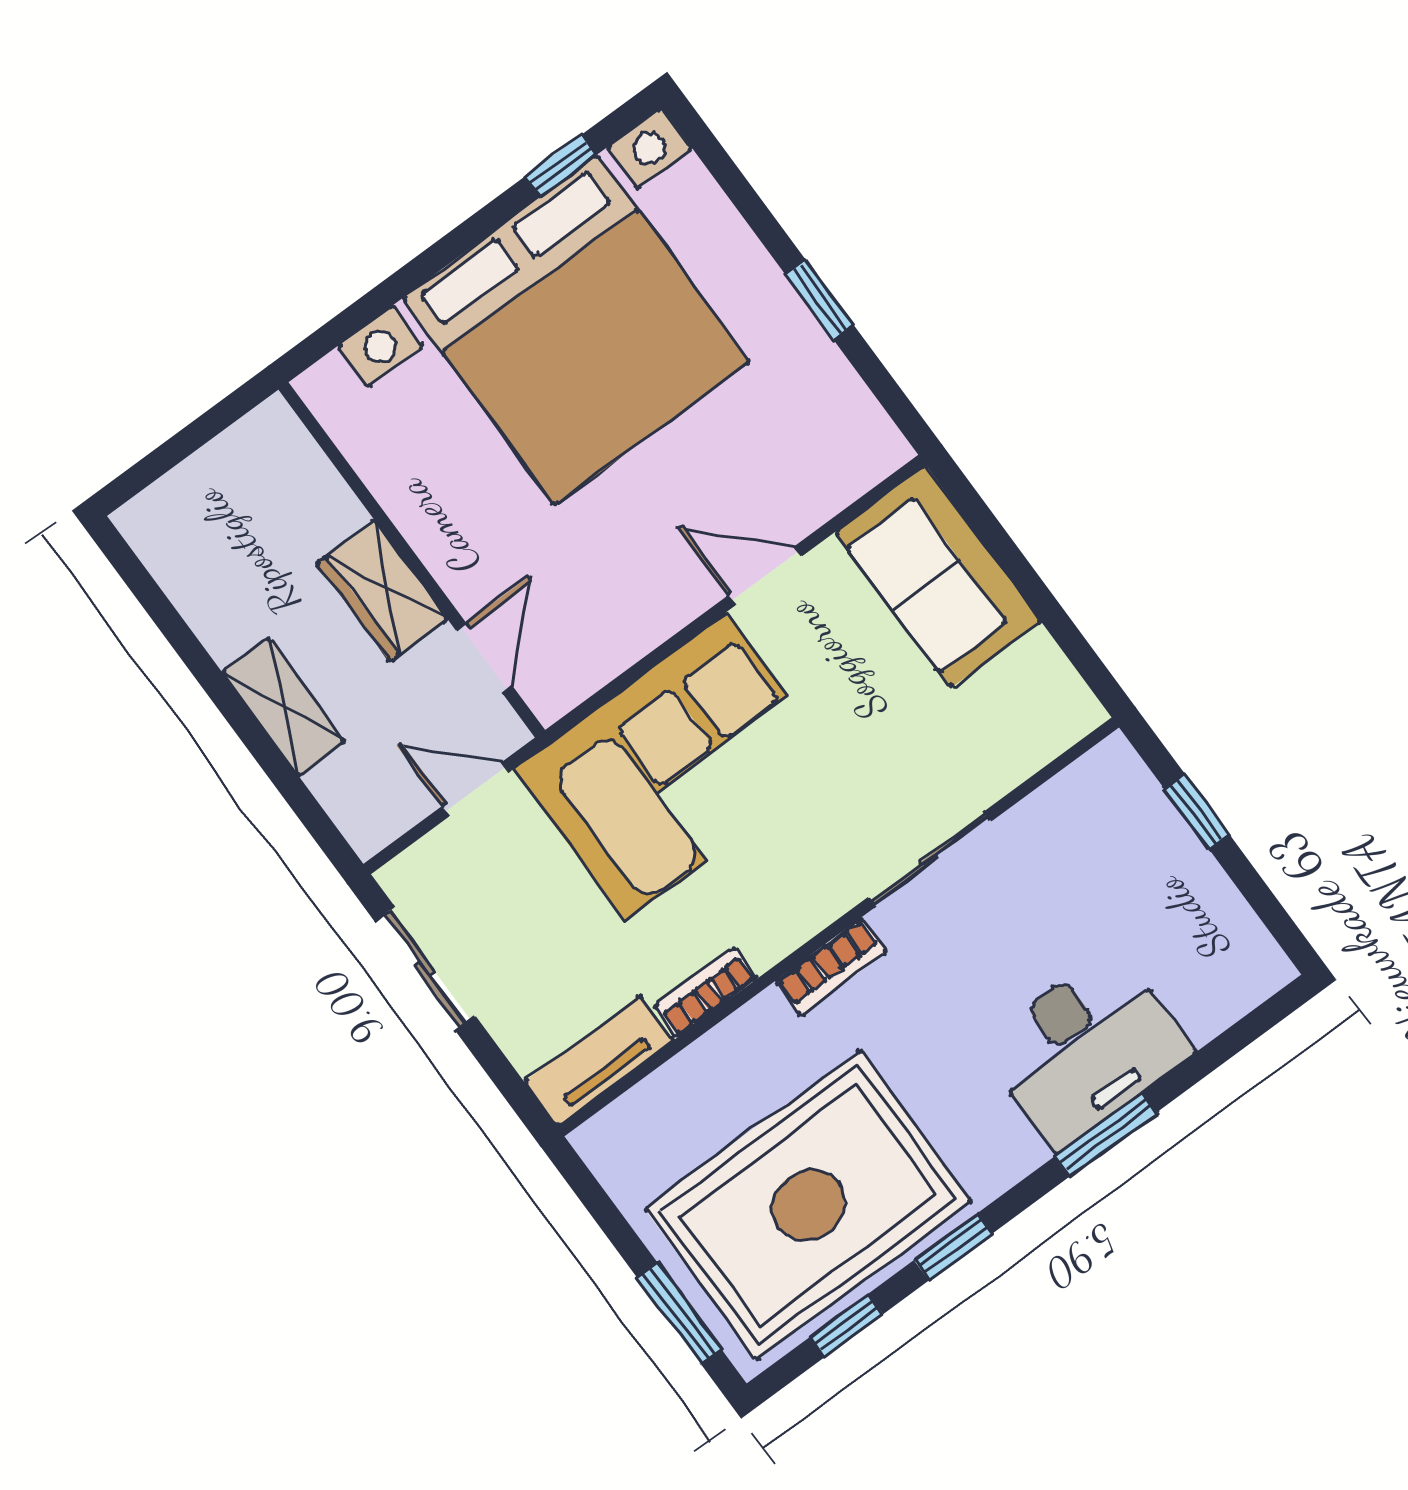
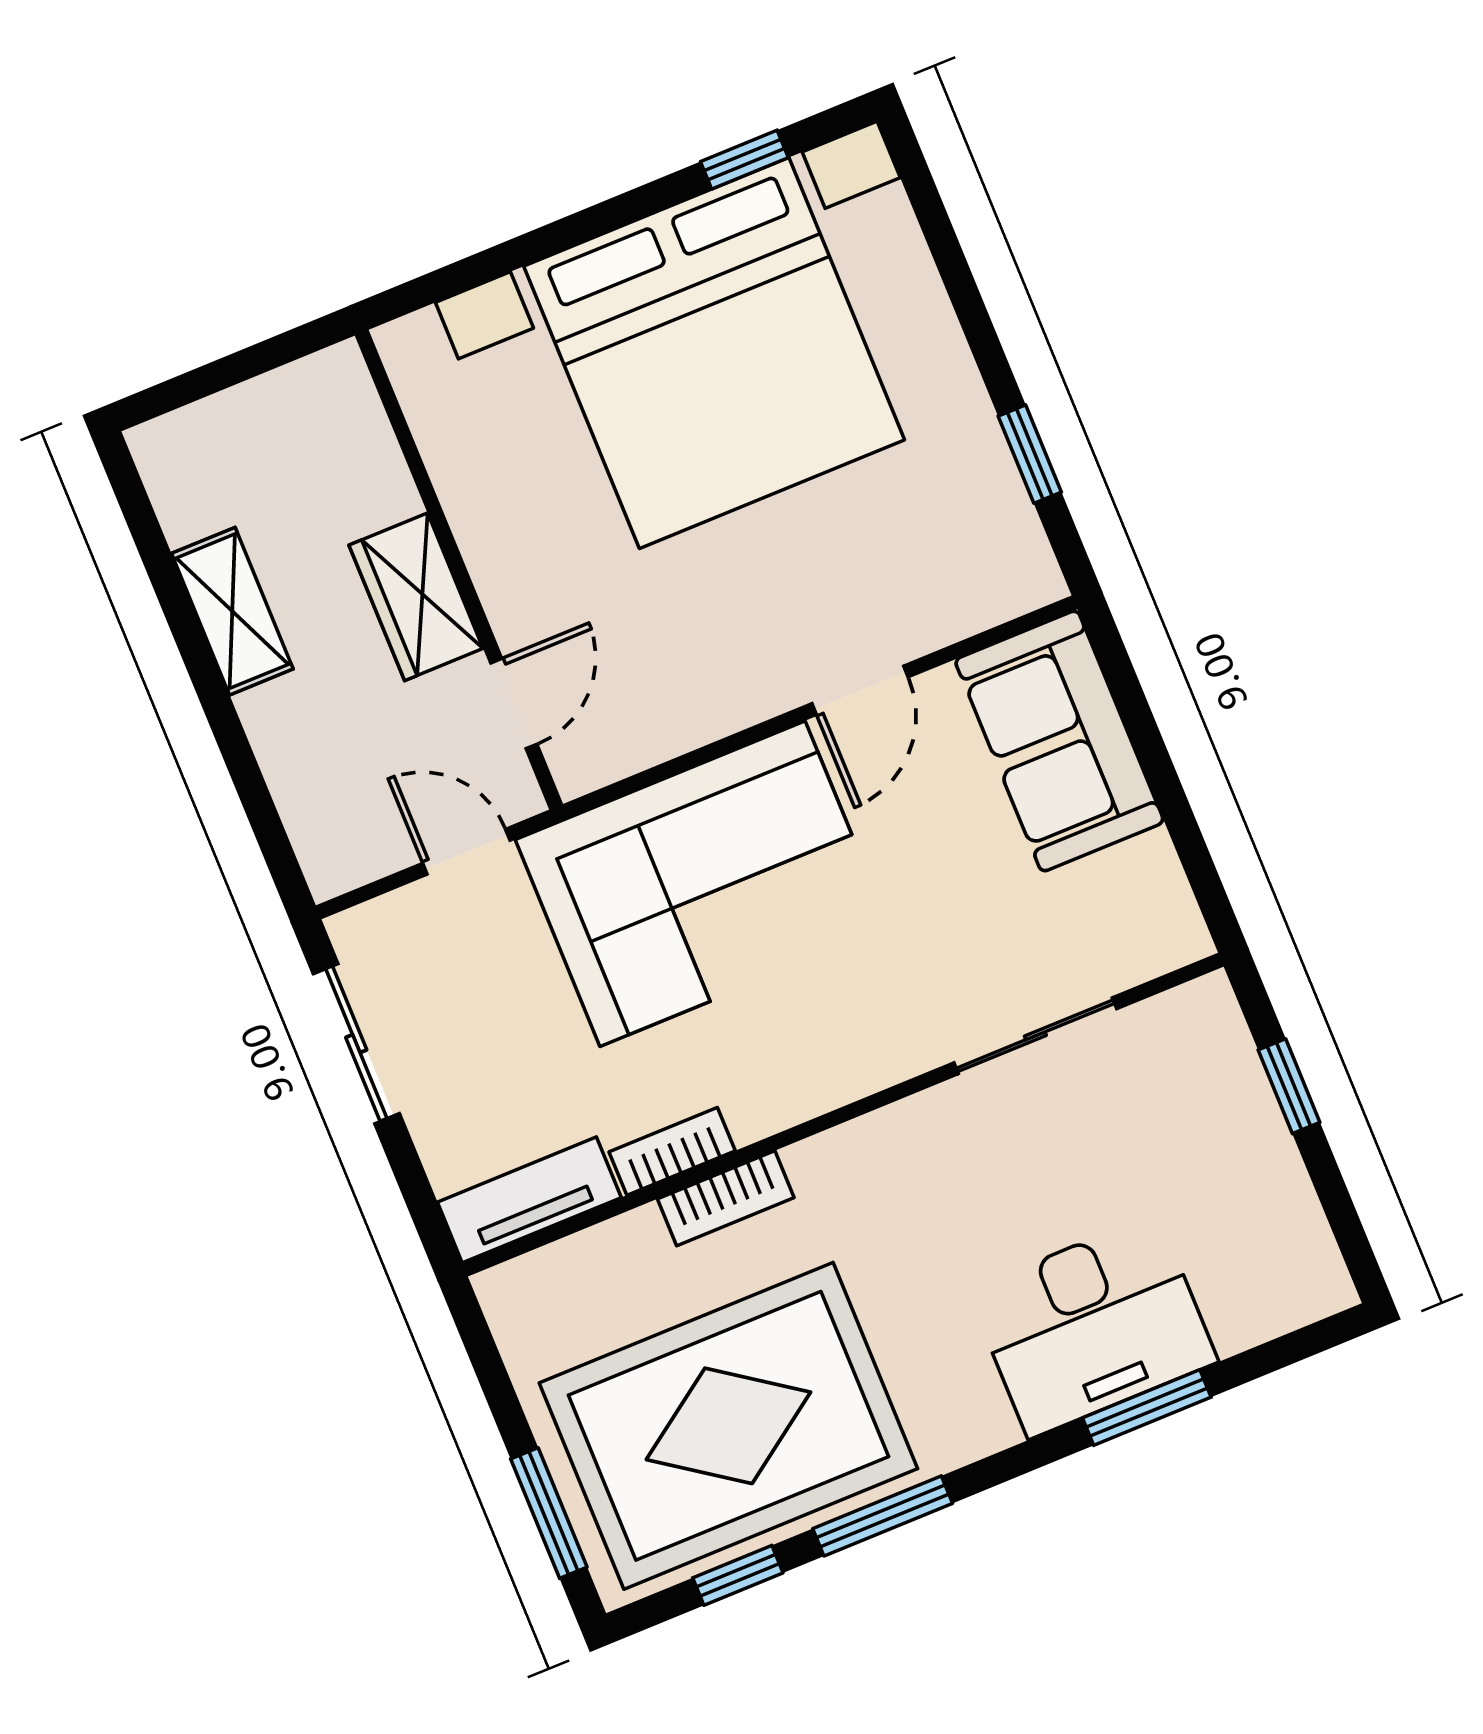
window: (819, 300) -> (1030, 454), moved
door: (765, 576) -> (860, 690), swing flipped
shelving: (284, 707) -> (232, 611), moved
sliding door: (930, 859) -> (1035, 1036), moved
bookcase: (831, 966) -> (726, 1198), moved
window: (1106, 1134) -> (1147, 1408), moved
window: (953, 1247) -> (883, 1516), width x1.50

